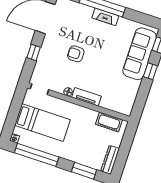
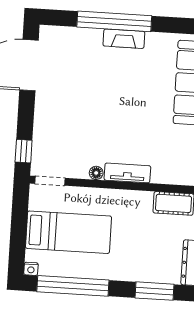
window: (34, 52) -> (24, 151), moved
armchair: (76, 54) -> (93, 110), removed

